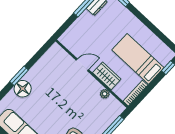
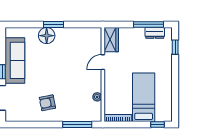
door: (82, 65) -> (103, 62), swing flipped
wardrobe: (107, 76) -> (111, 40), moved

